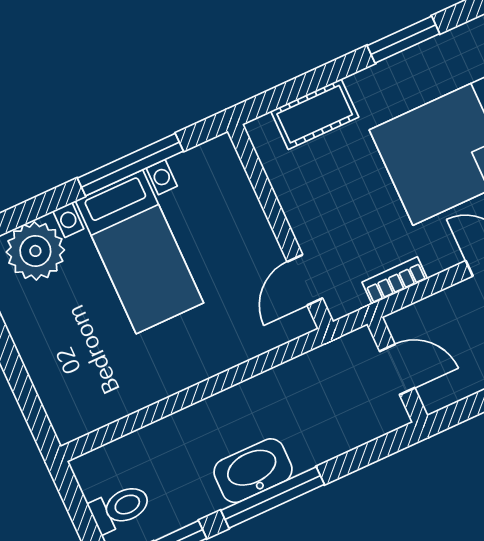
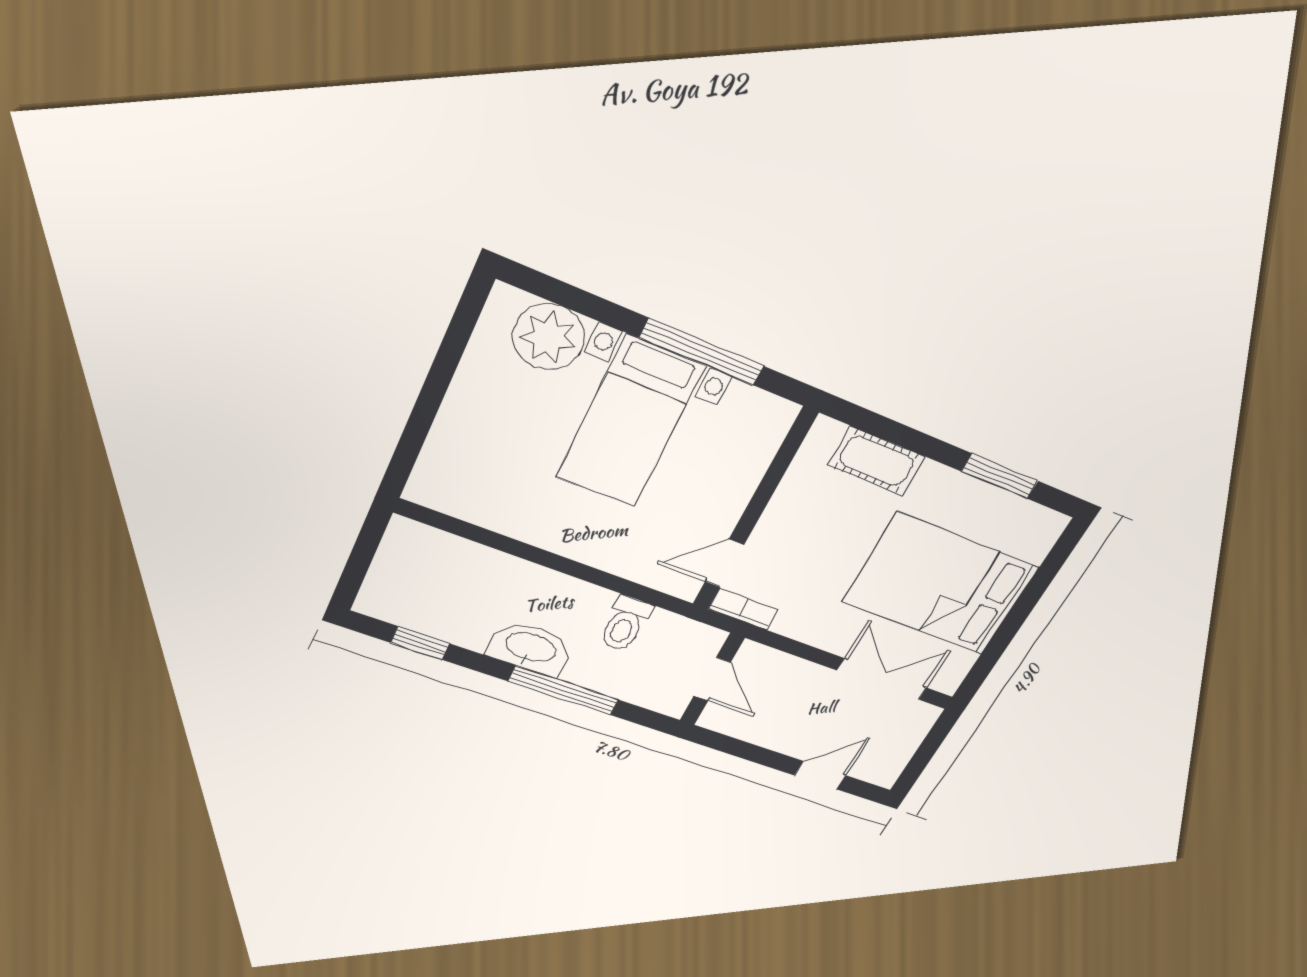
bookcase: (395, 280) -> (743, 609), moved
window: (273, 497) -> (564, 691), moved
toilet: (120, 508) -> (625, 624), moved, turned 90

